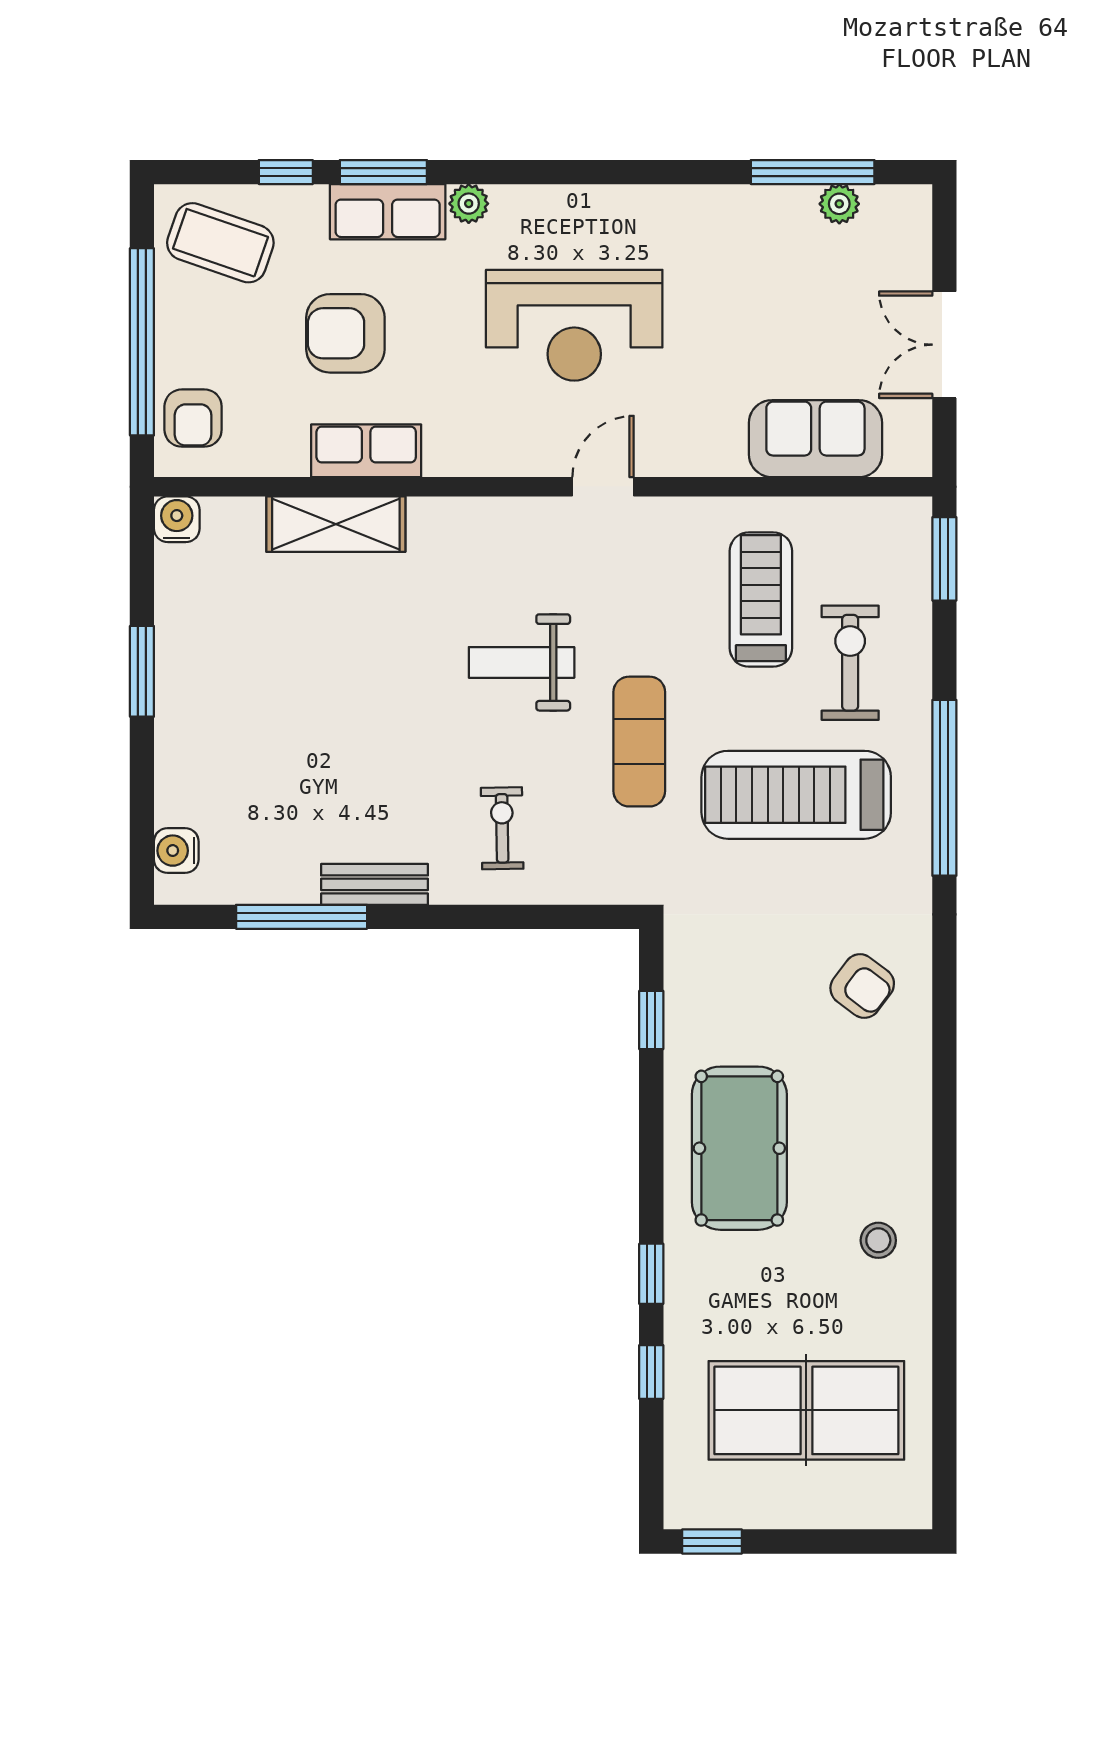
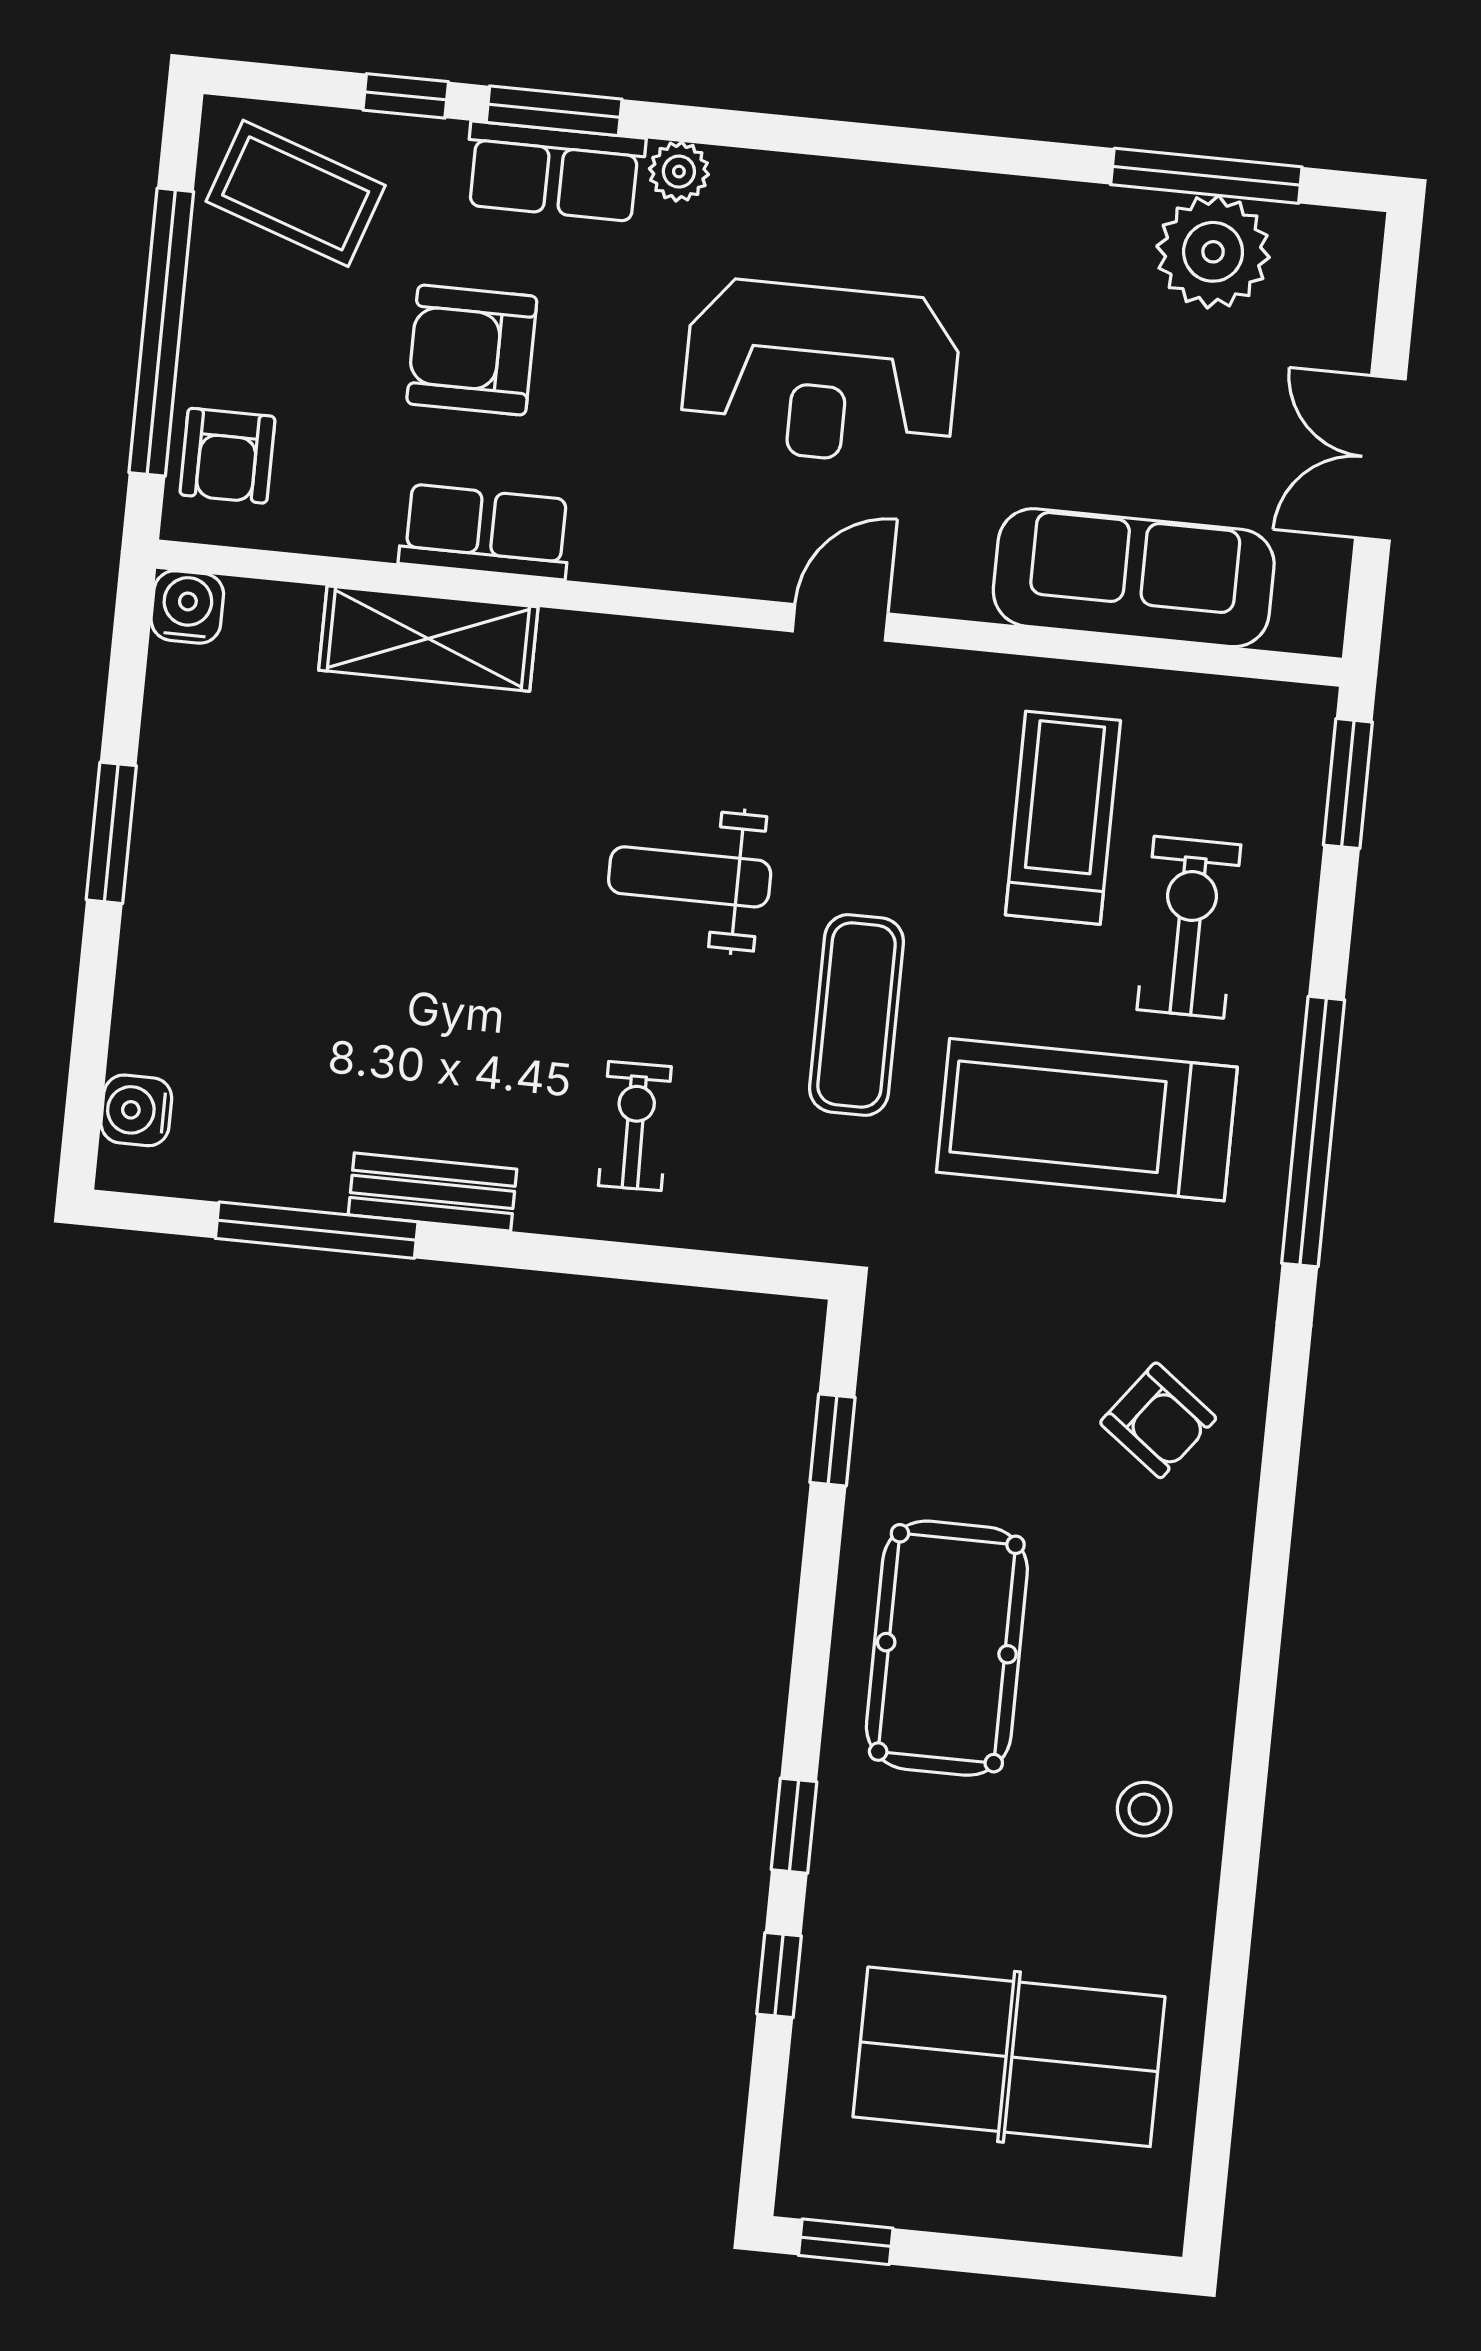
plant: (839, 204) -> (1213, 252), width x1.87, depth x1.87
sofa: (815, 439) -> (1134, 578), width x1.36

